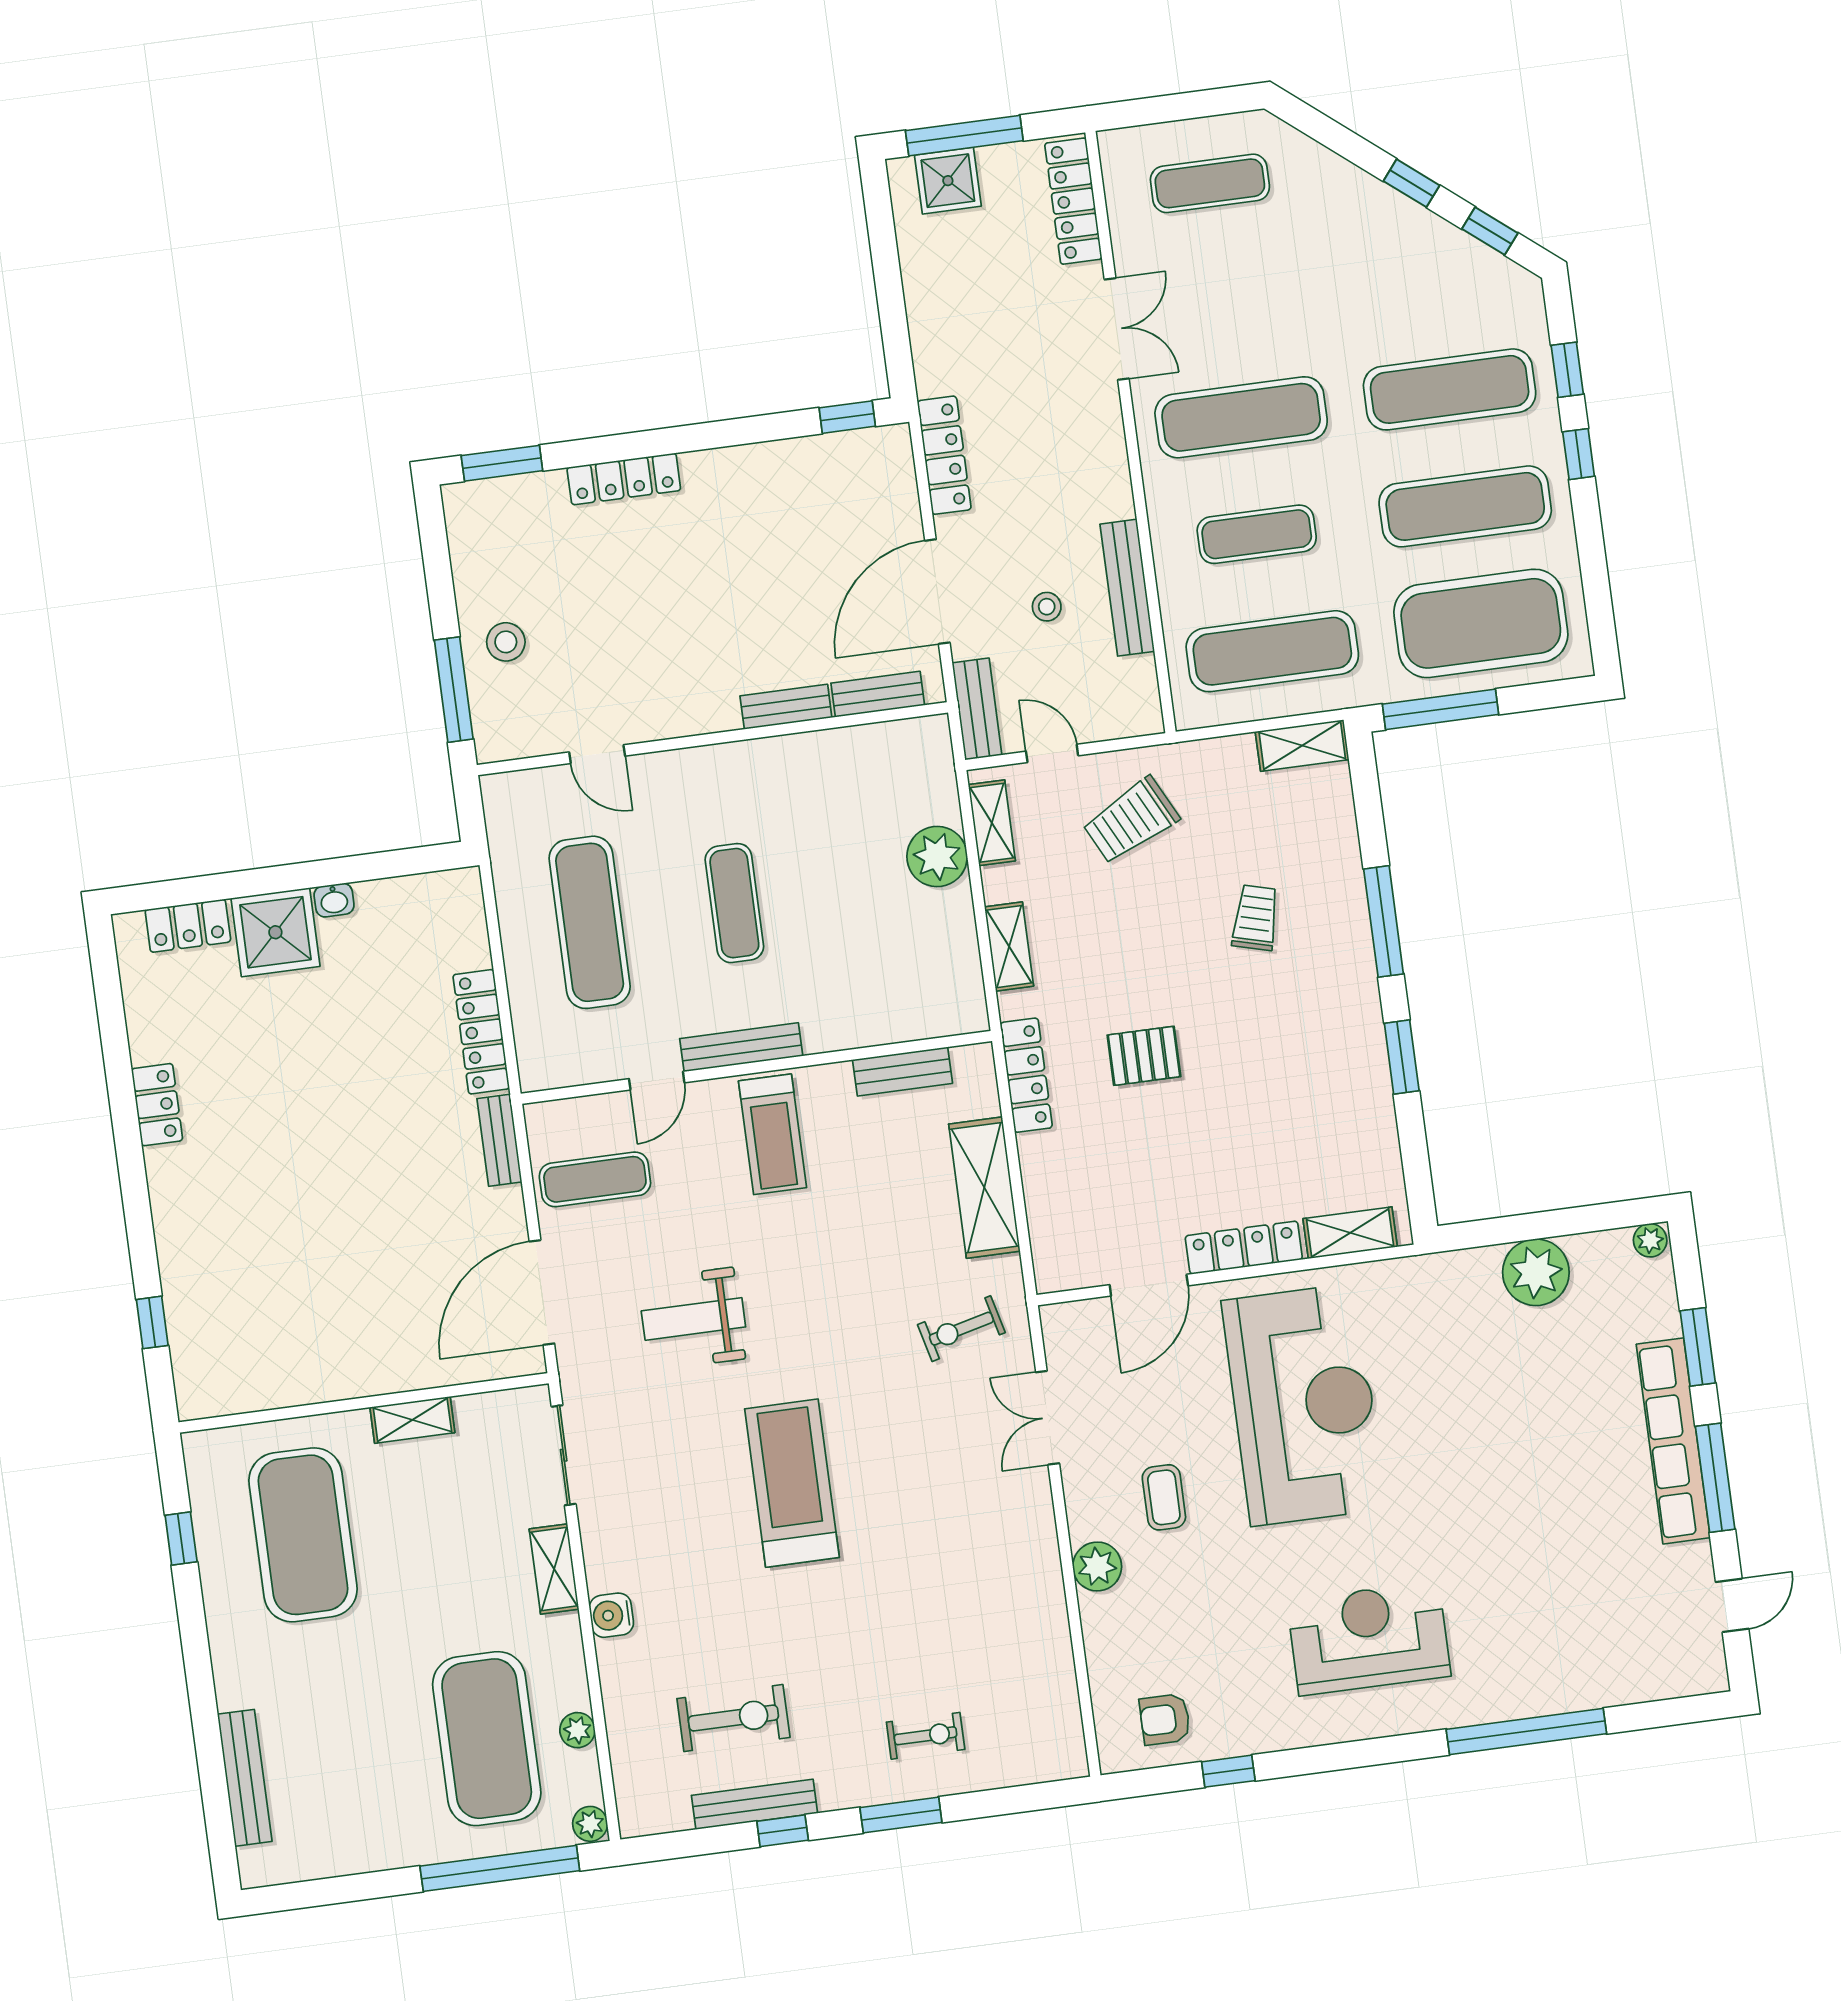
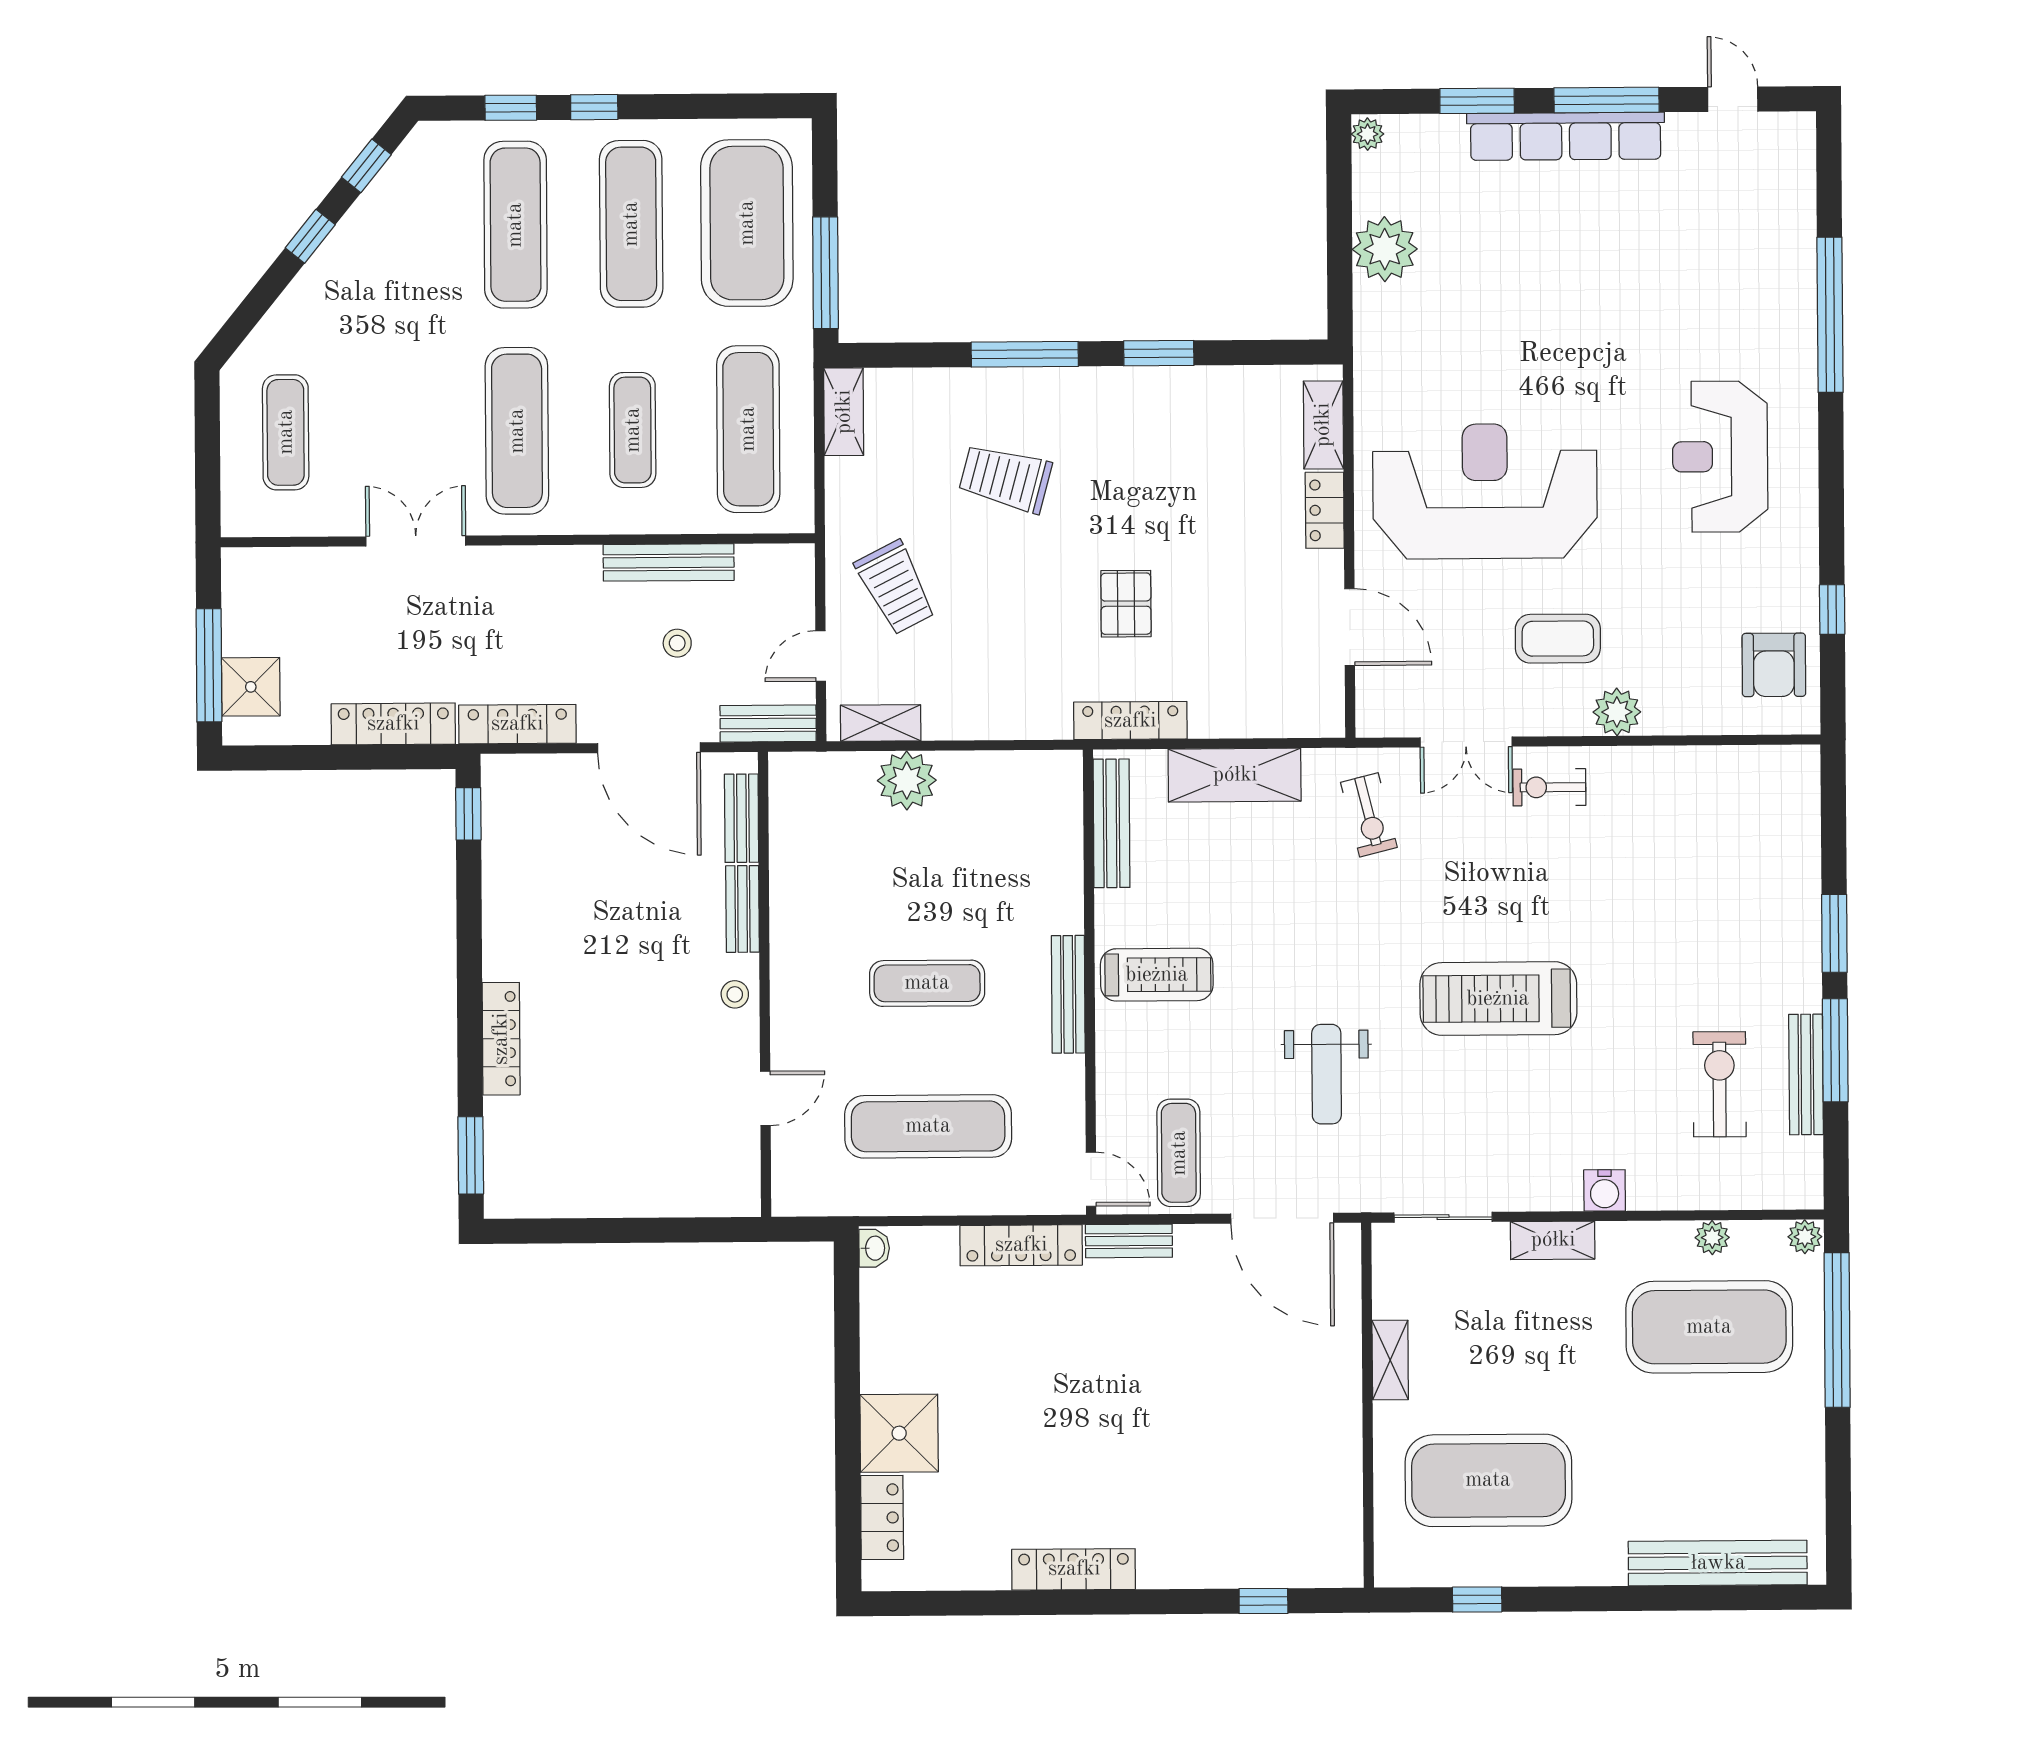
locker: (1073, 201) -> (393, 724), moved, turned 180
stool: (506, 642) -> (735, 994), moved, width x0.73, depth x0.73
window: (454, 690) -> (685, 1230), removed
washbasin: (334, 900) -> (874, 1248), moved
trolley: (1256, 918) -> (1005, 478), width x1.36, depth x1.39
shelving: (1009, 947) -> (1003, 721), removed
bench: (903, 1072) -> (1111, 823), width x1.36
door: (657, 1081) -> (1091, 1179), moved
locker: (157, 1105) -> (1074, 1569), width x1.53
locker: (1244, 1248) -> (1325, 510), width x0.66
coffee table: (1164, 1497) -> (1558, 639), width x1.36, depth x1.30
armchair: (1165, 1719) -> (1774, 665), width x1.38, depth x1.38
exercise bike: (926, 1736) -> (1549, 787), moved, turned -90
bench: (245, 1778) -> (1718, 1563), width x1.37, depth x1.21
window: (783, 1831) -> (1835, 1050), width x2.17

